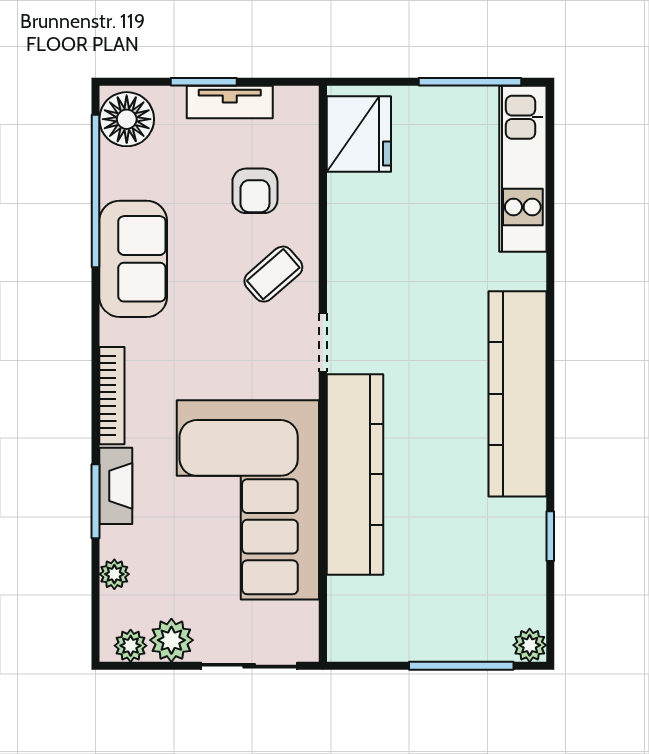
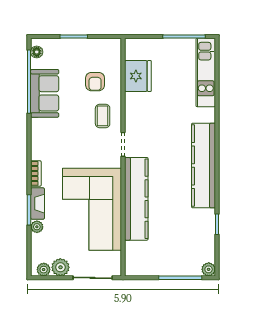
tv unit: (230, 102) -> (85, 45), removed
floor lamp: (127, 119) -> (37, 52), width x0.53, depth x0.53
fridge: (359, 134) -> (138, 76), moved
sofa: (133, 259) -> (45, 93), moved
coffee table: (273, 274) -> (103, 116), turned -49
bookcase: (112, 396) -> (36, 173), width x0.64
plant: (114, 574) -> (37, 227), moved

